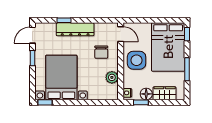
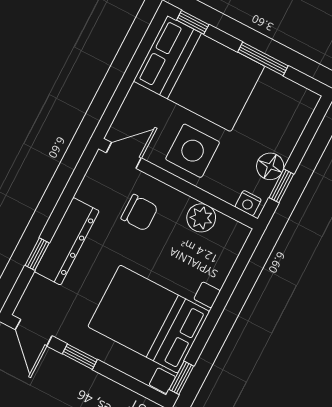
wardrobe: (165, 93) -> (288, 129), removed

